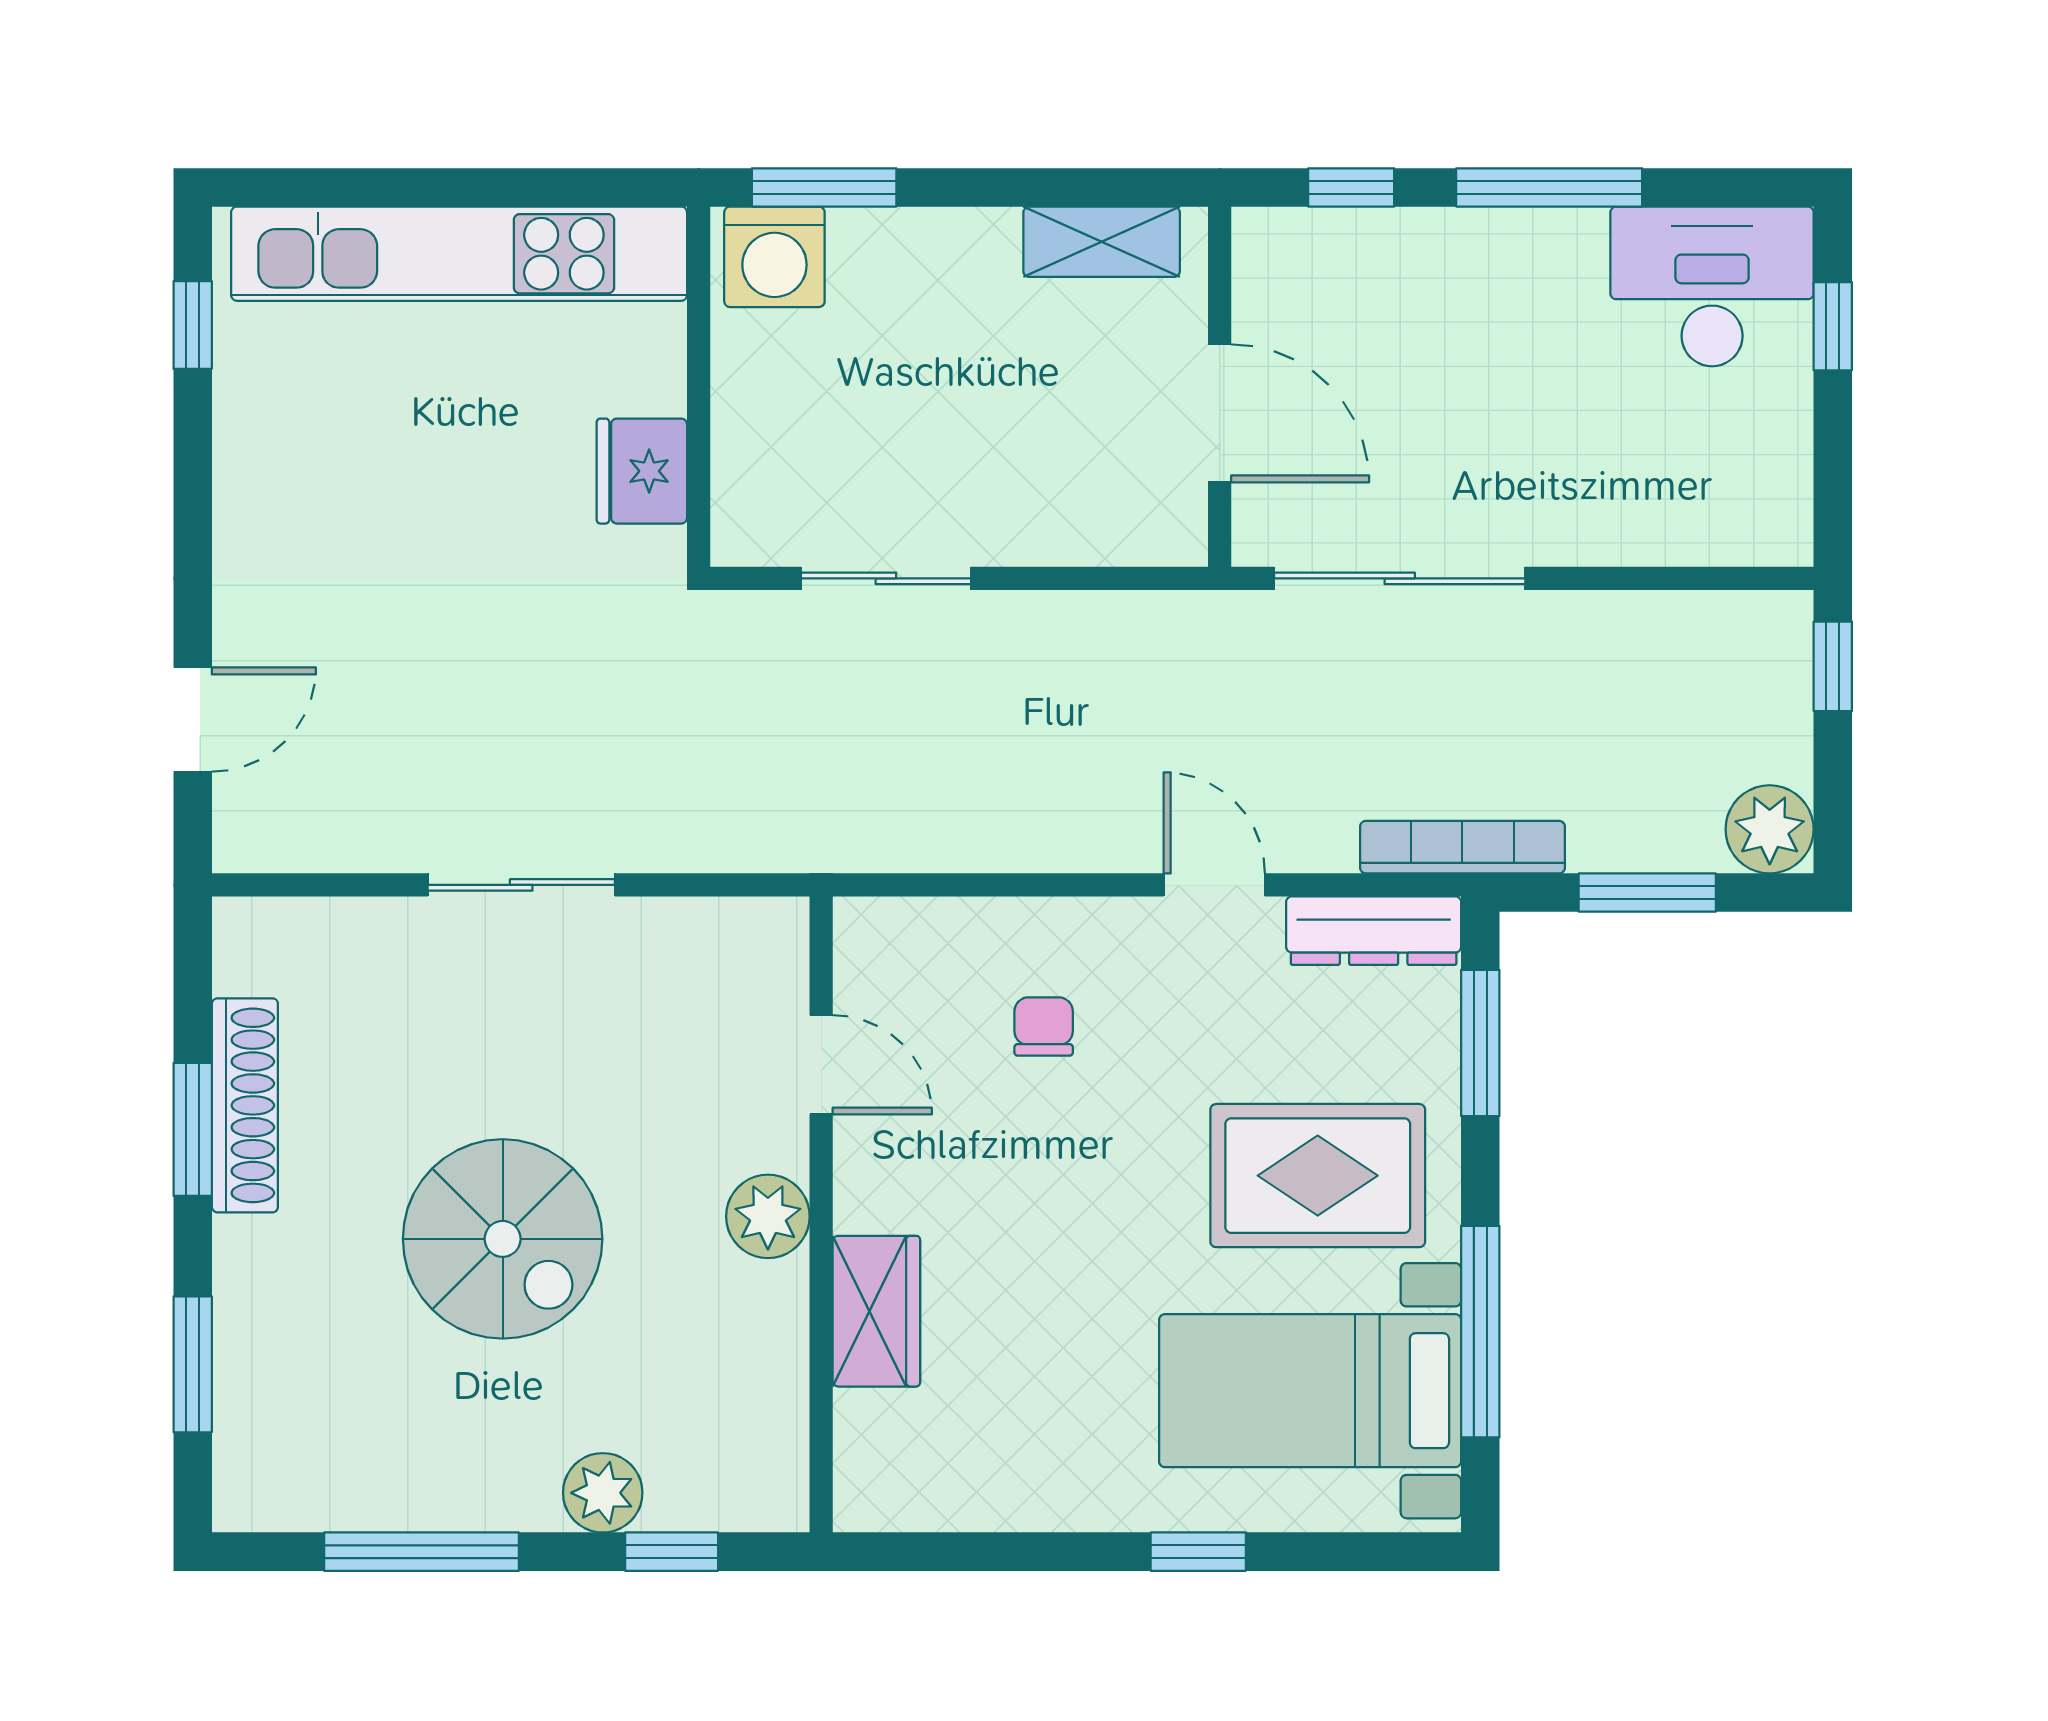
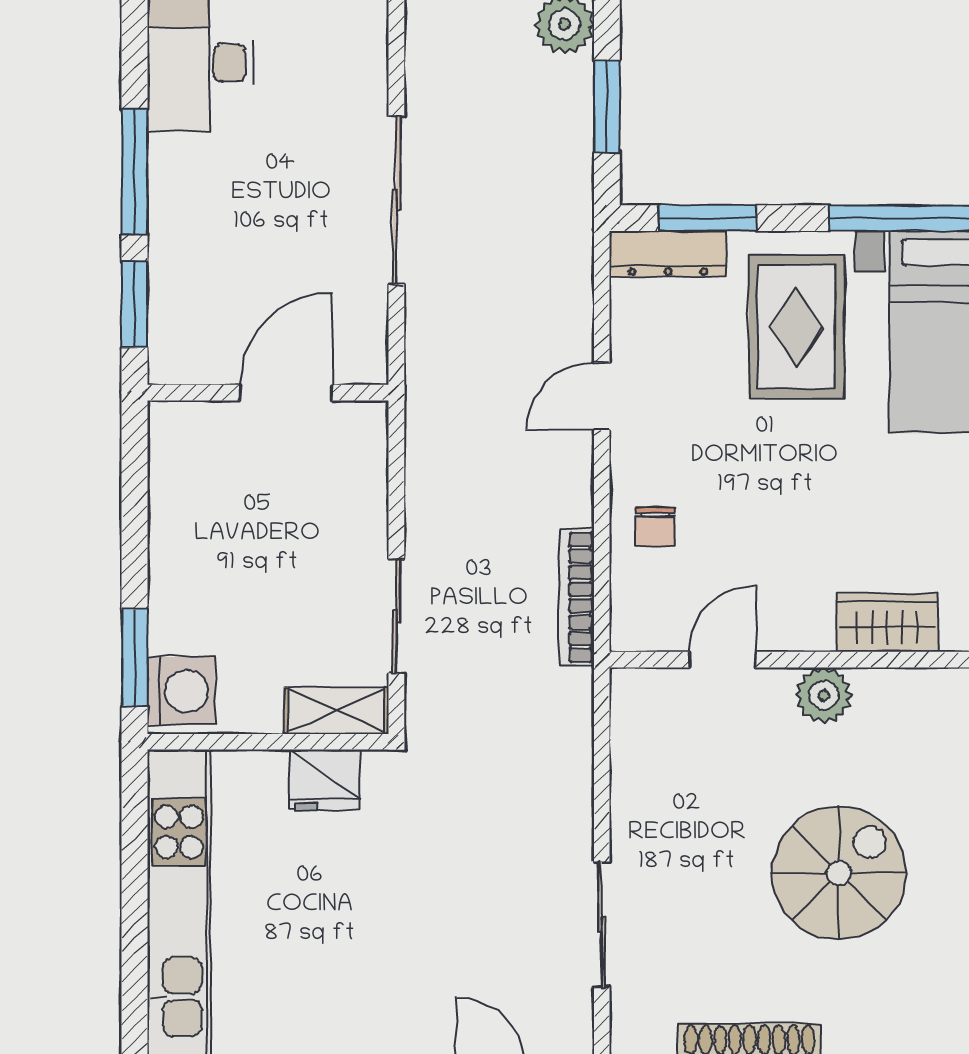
window: (1351, 187) -> (135, 305), width x1.50
shelving: (1102, 242) -> (336, 710), moved, turned 90
sliding door: (1400, 578) -> (396, 200), moved
bookcase: (1462, 847) -> (576, 597), moved
sliding door: (521, 885) -> (602, 925), moved
dresser: (1374, 931) -> (668, 254), moved, turned 90
chair: (1044, 1027) -> (655, 527), moved, turned -90

